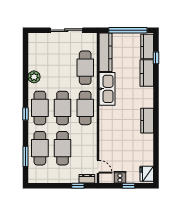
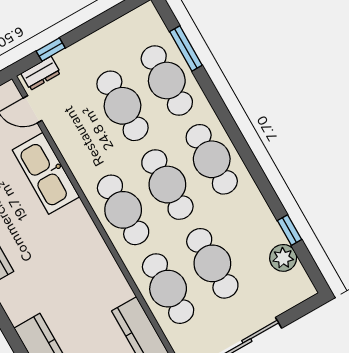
cafe table: (63, 68) -> (212, 263), added
plant: (34, 77) -> (283, 258), moved
kitchen sink: (107, 89) -> (46, 173), moved
window: (25, 114) -> (289, 230), moved

